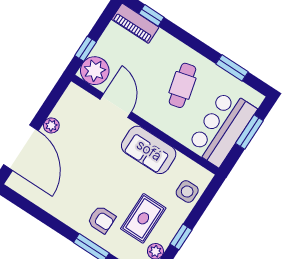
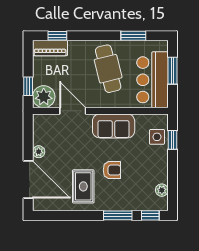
cafe table: (182, 85) -> (108, 69), width x1.37, depth x1.35
rug: (143, 218) -> (83, 186), moved
armchair: (102, 220) -> (112, 170), moved
window: (181, 237) -> (172, 140), moved

